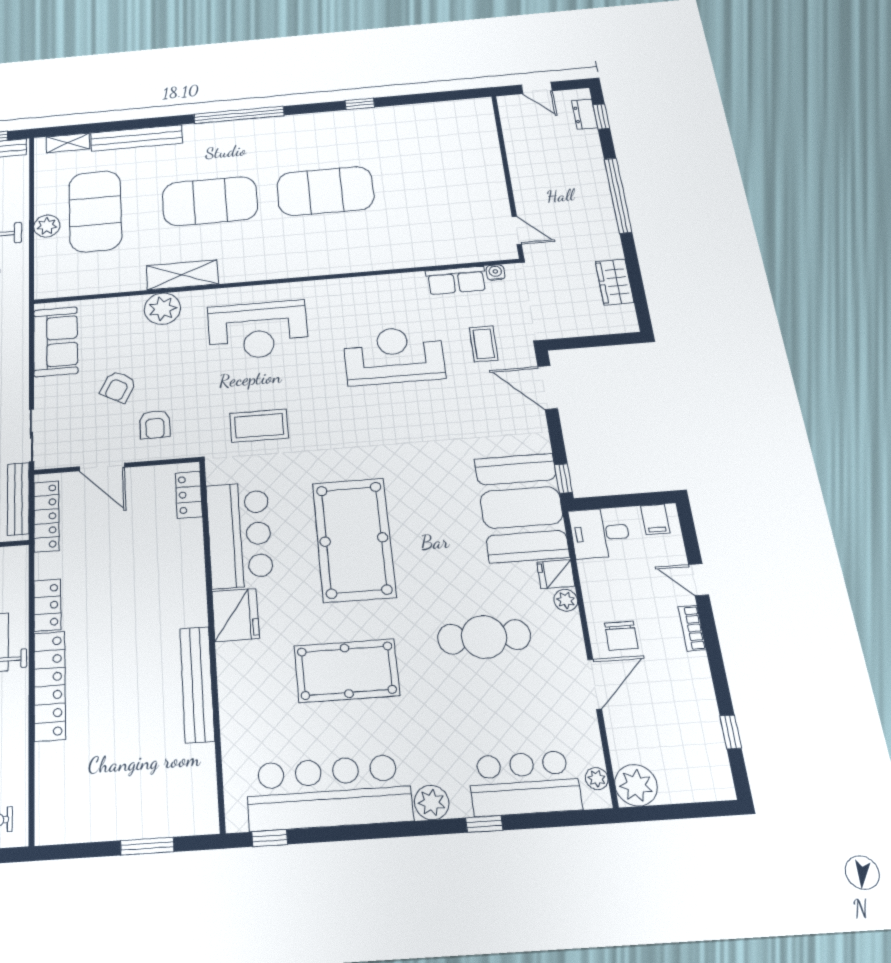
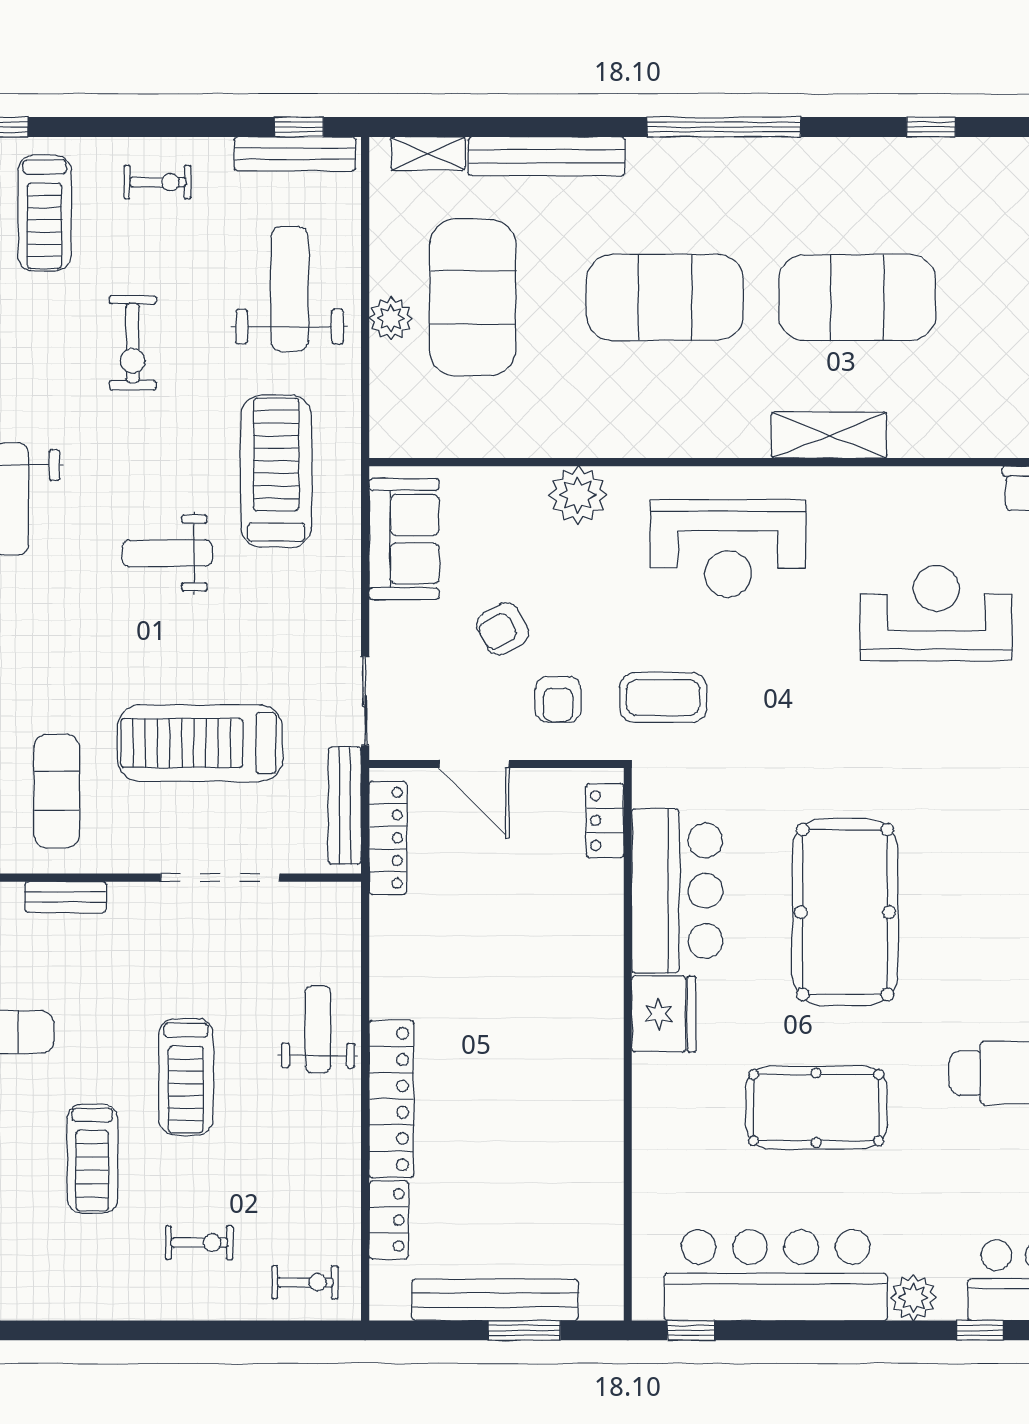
shelving: (182, 275) -> (829, 435), moved
armchair: (118, 387) -> (503, 629), turned 33
coffee table: (259, 426) -> (663, 698), moved
locker: (47, 605) -> (389, 1220), moved
bench: (197, 684) -> (495, 1300), moved, turned 90

